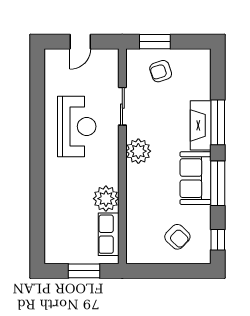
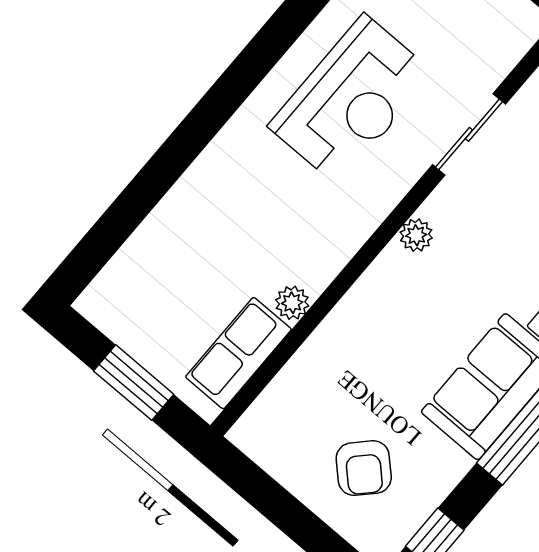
plant: (138, 151) -> (416, 235), width x0.53, depth x0.53
plant: (106, 199) -> (292, 303), width x0.53, depth x0.53

